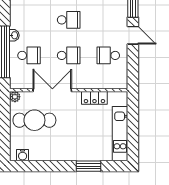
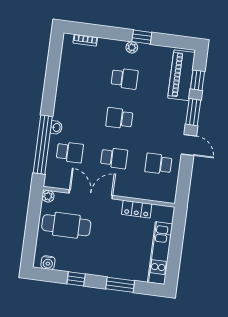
school desk: (69, 20) -> (119, 118), turned 180
window: (49, 166) -> (76, 279), added

